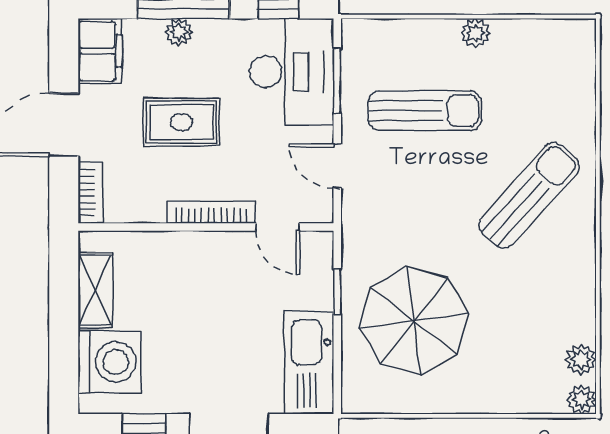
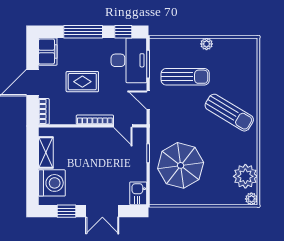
plant: (179, 32) -> (81, 44), removed
sun lounger: (529, 195) -> (229, 113), turned 79
plant: (581, 360) -> (245, 176), width x1.88, depth x1.88
kitchen sink: (309, 363) -> (138, 193), width x0.53, depth x0.81

